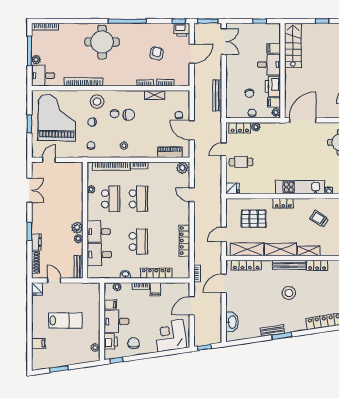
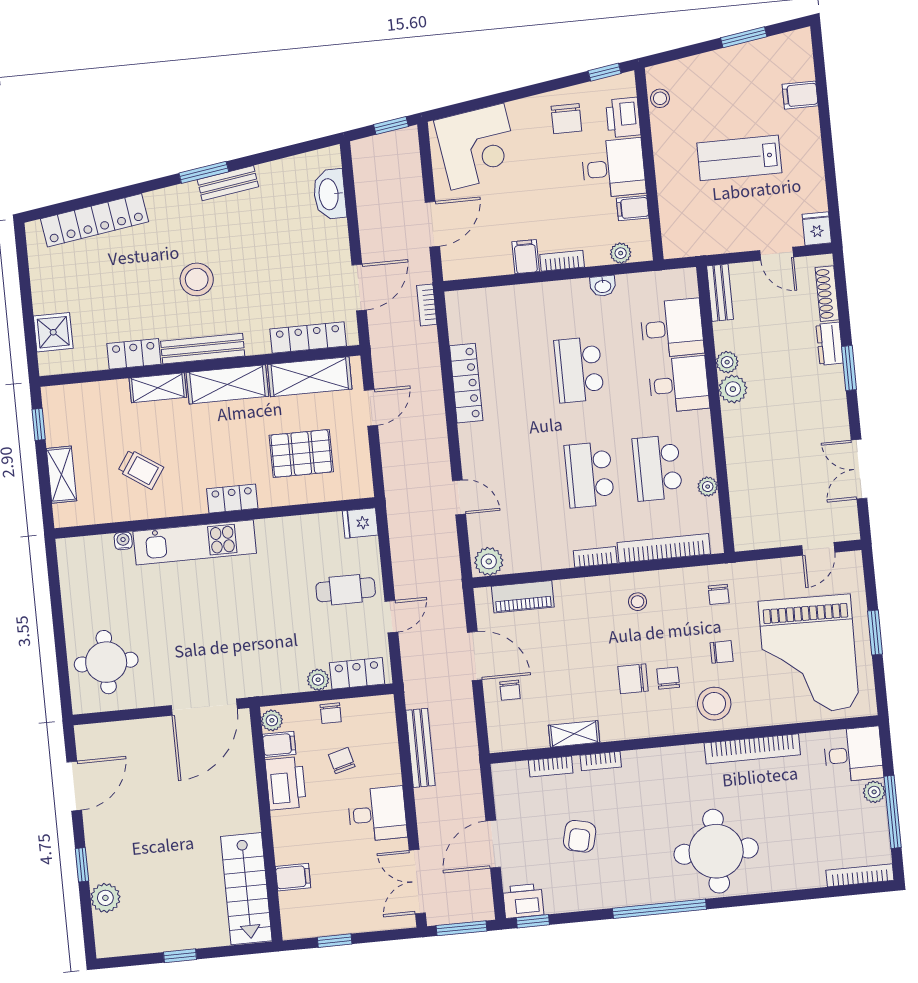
desk: (269, 65) -> (377, 814), moved, turned 180
locker: (156, 273) -> (528, 296), removed

